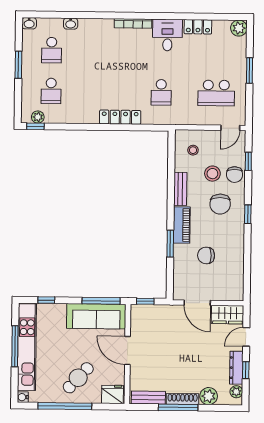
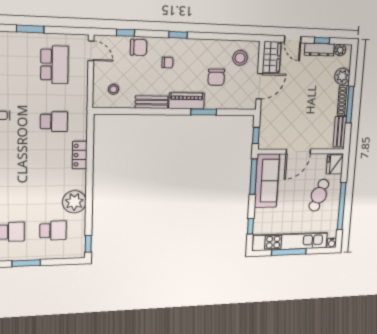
plant: (38, 117) -> (74, 202), moved, width x1.87, depth x1.87
locker: (120, 117) -> (80, 155), width x0.66
stool: (212, 174) -> (240, 58), moved
chair: (220, 204) -> (167, 63), width x0.54, depth x0.54
cafe table: (78, 378) -> (319, 195), turned 67

